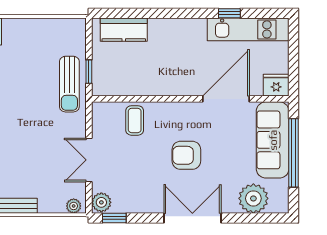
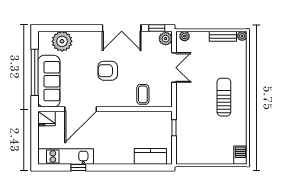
sun lounger: (69, 84) -> (224, 97), moved
armchair: (186, 155) -> (108, 71), turned 180
double door: (192, 218) -> (122, 28), moved

